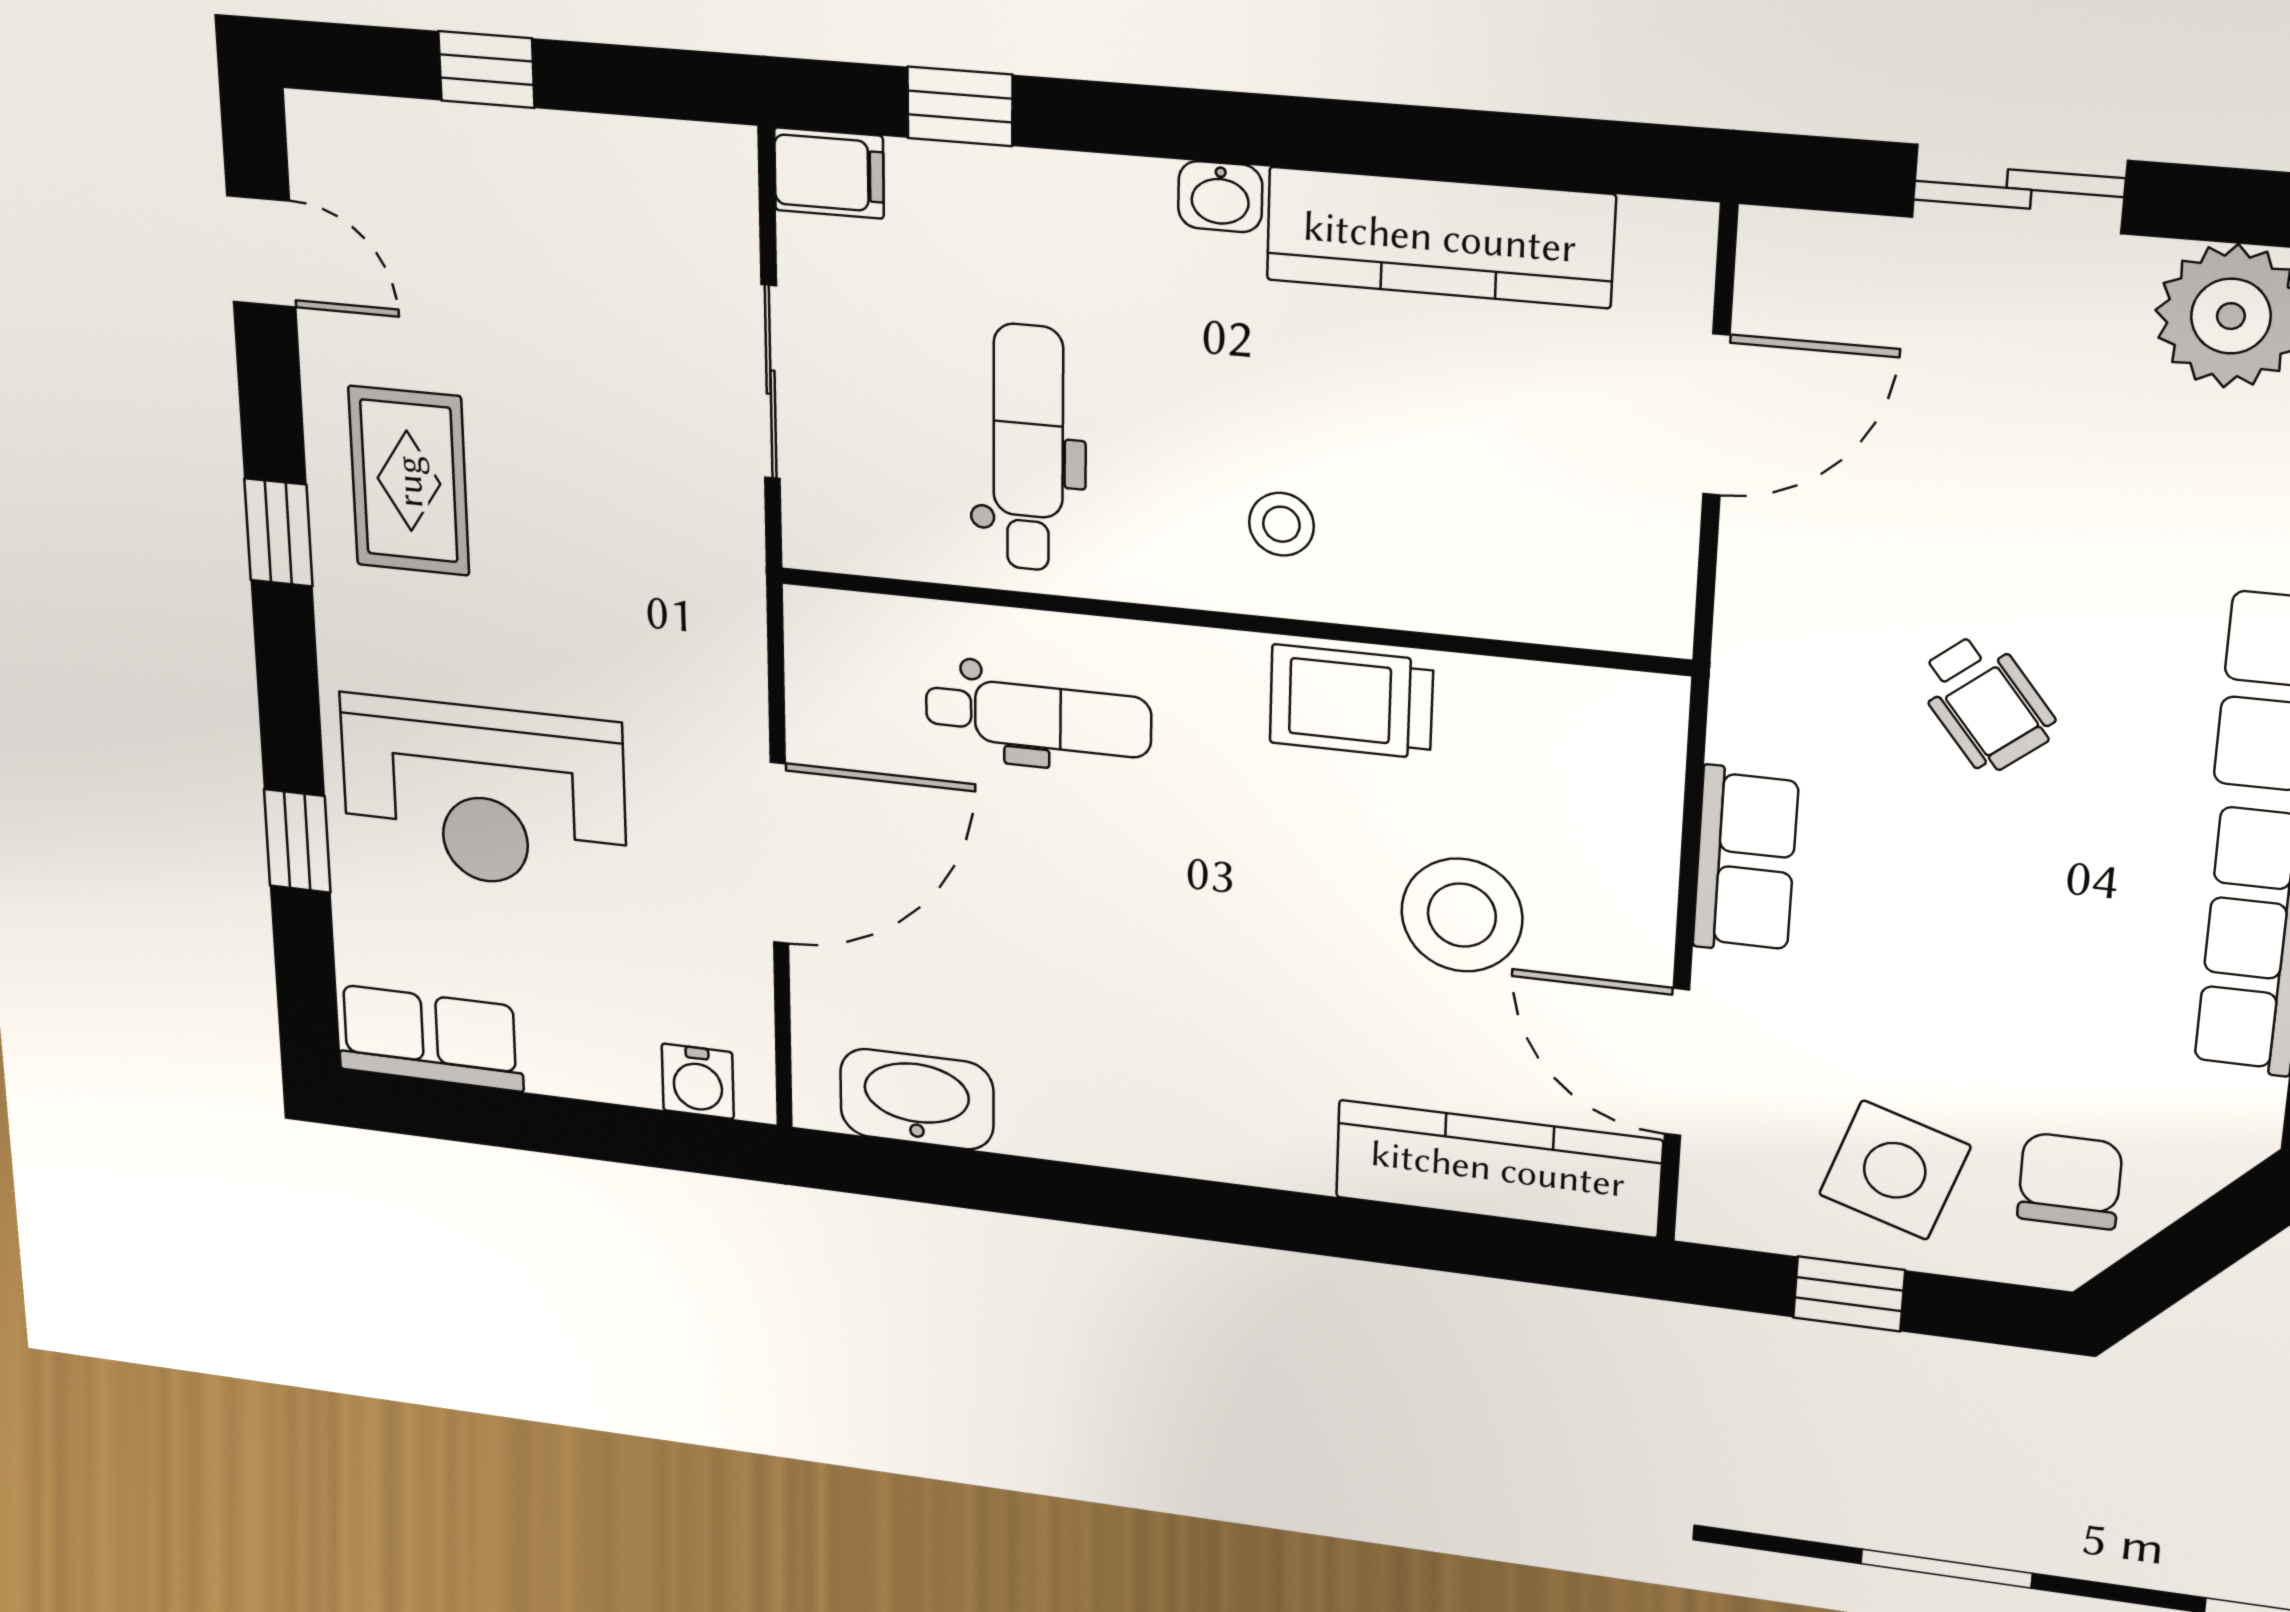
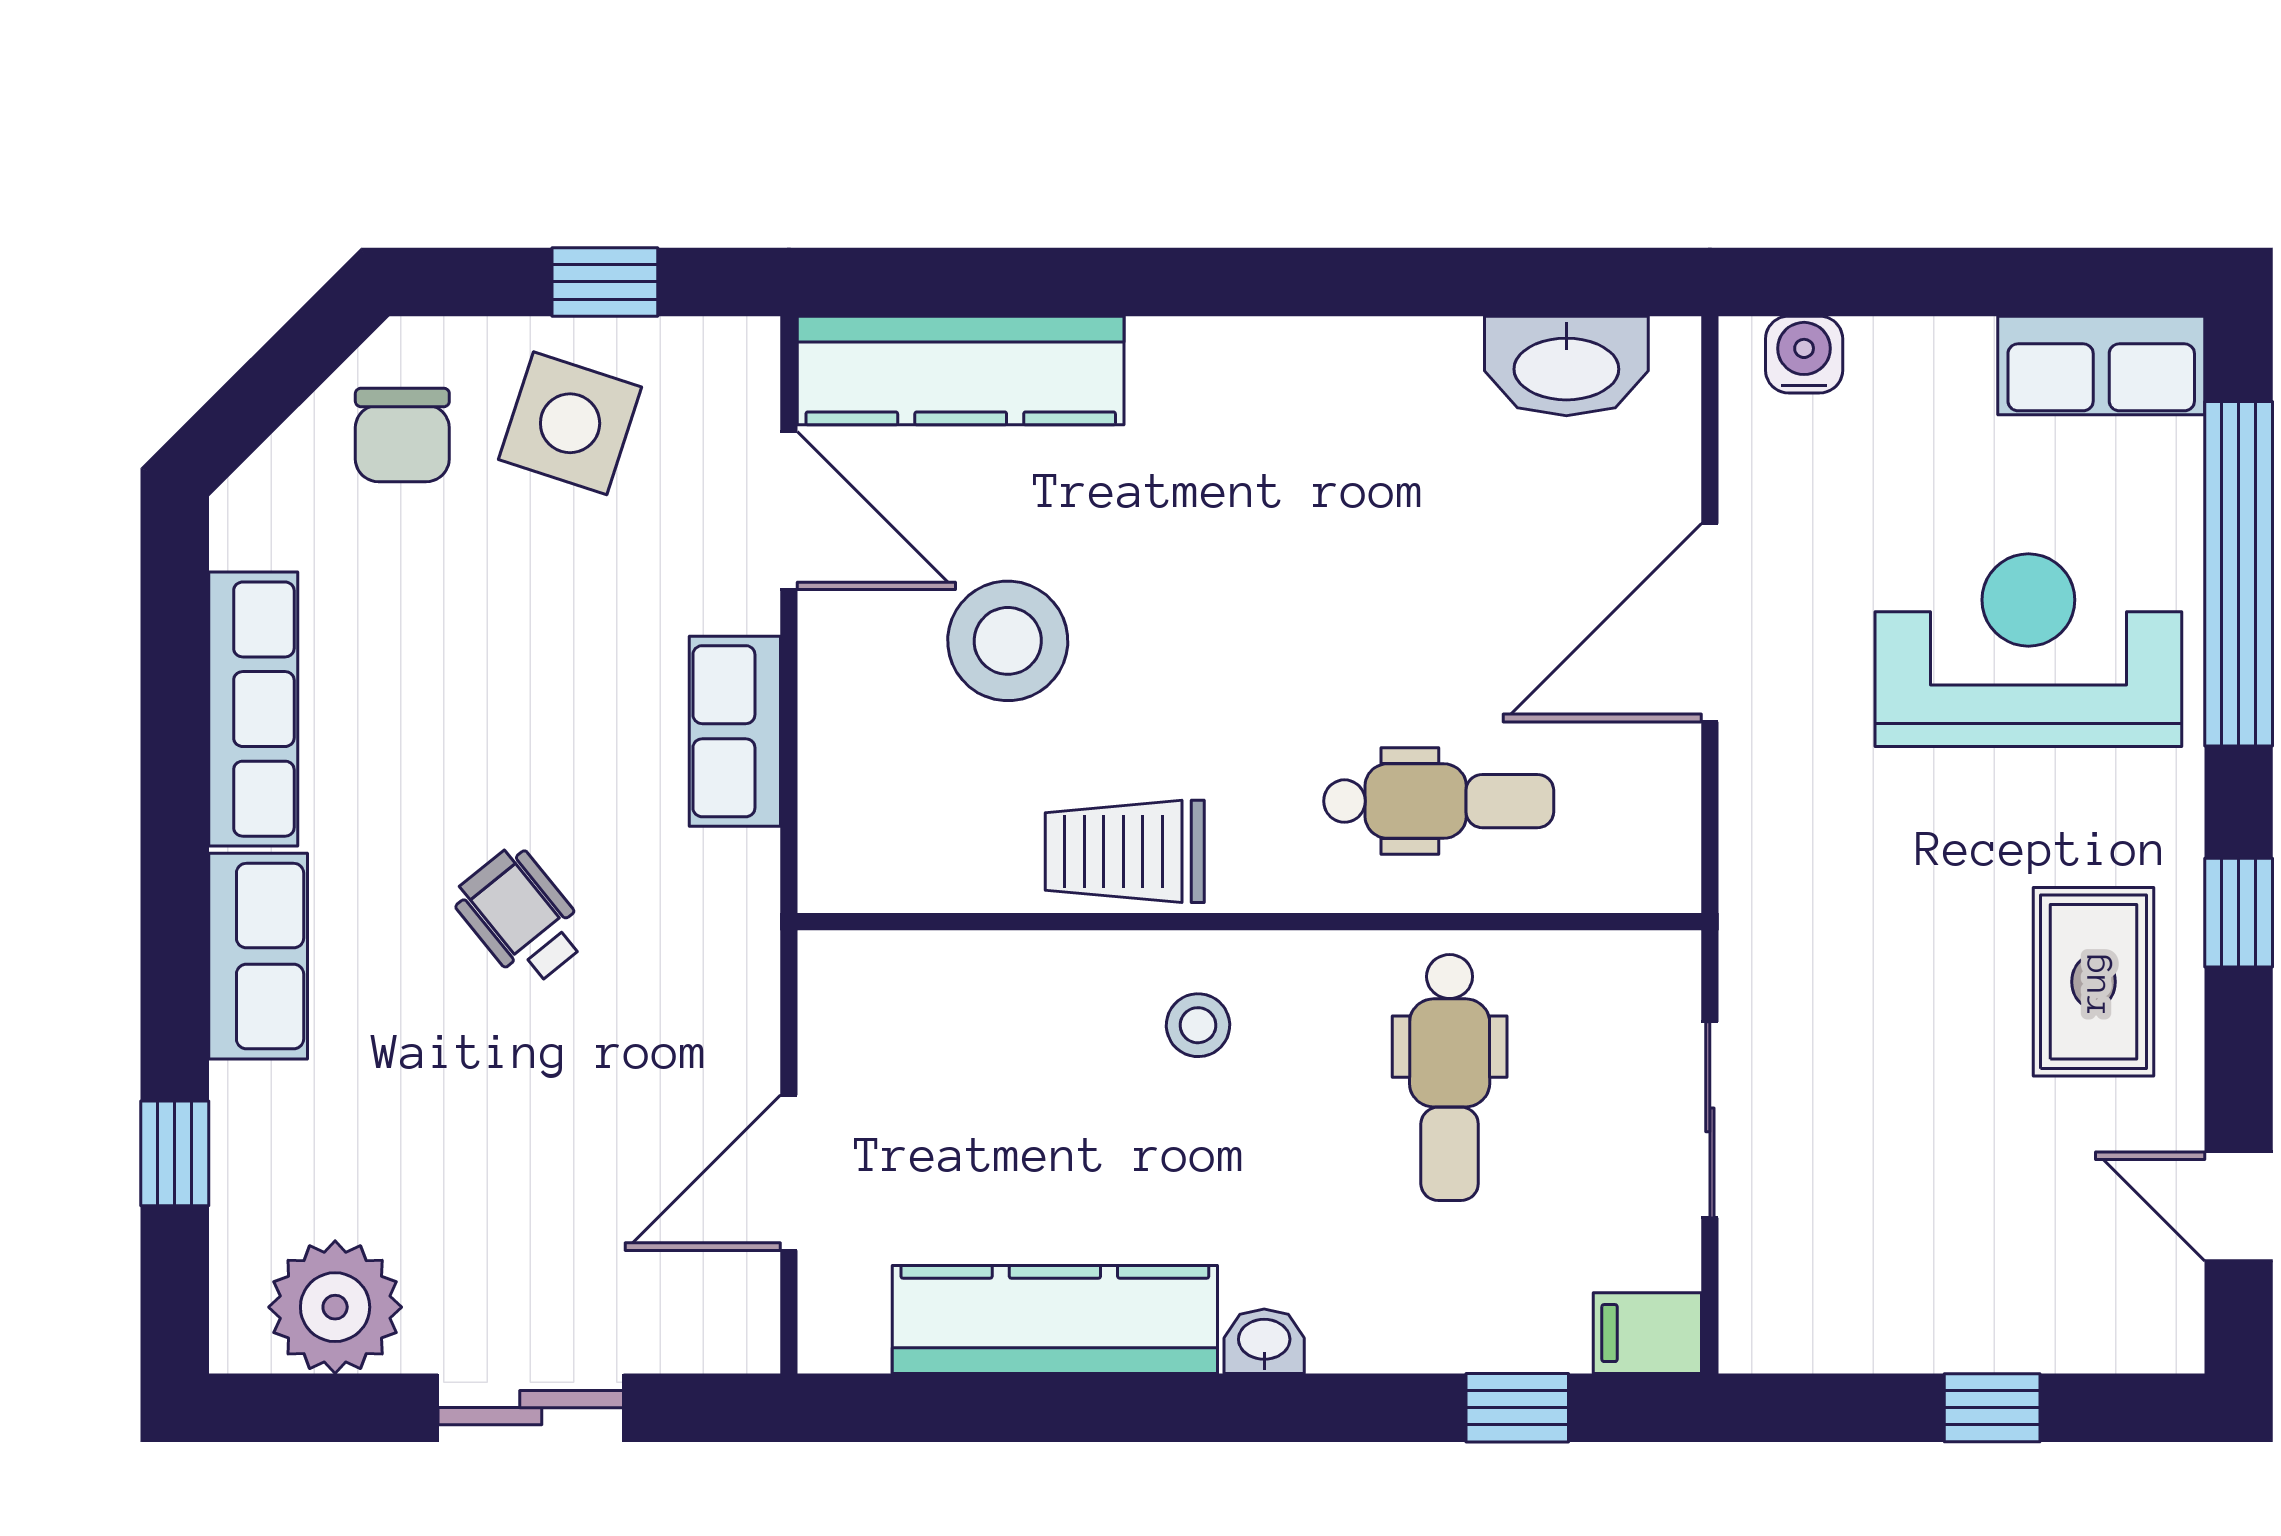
trolley: (1351, 702) -> (1125, 851), turned 180
dental chair: (1038, 717) -> (1439, 801), turned 180
window: (297, 841) -> (2239, 574), width x3.17

